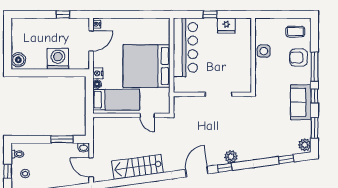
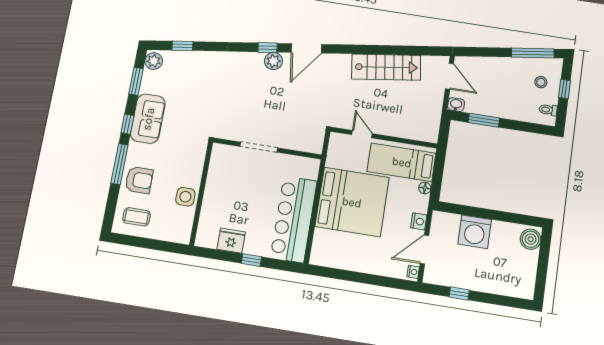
nightstand: (98, 73) -> (419, 221), moved
plant: (231, 157) -> (273, 61), moved

